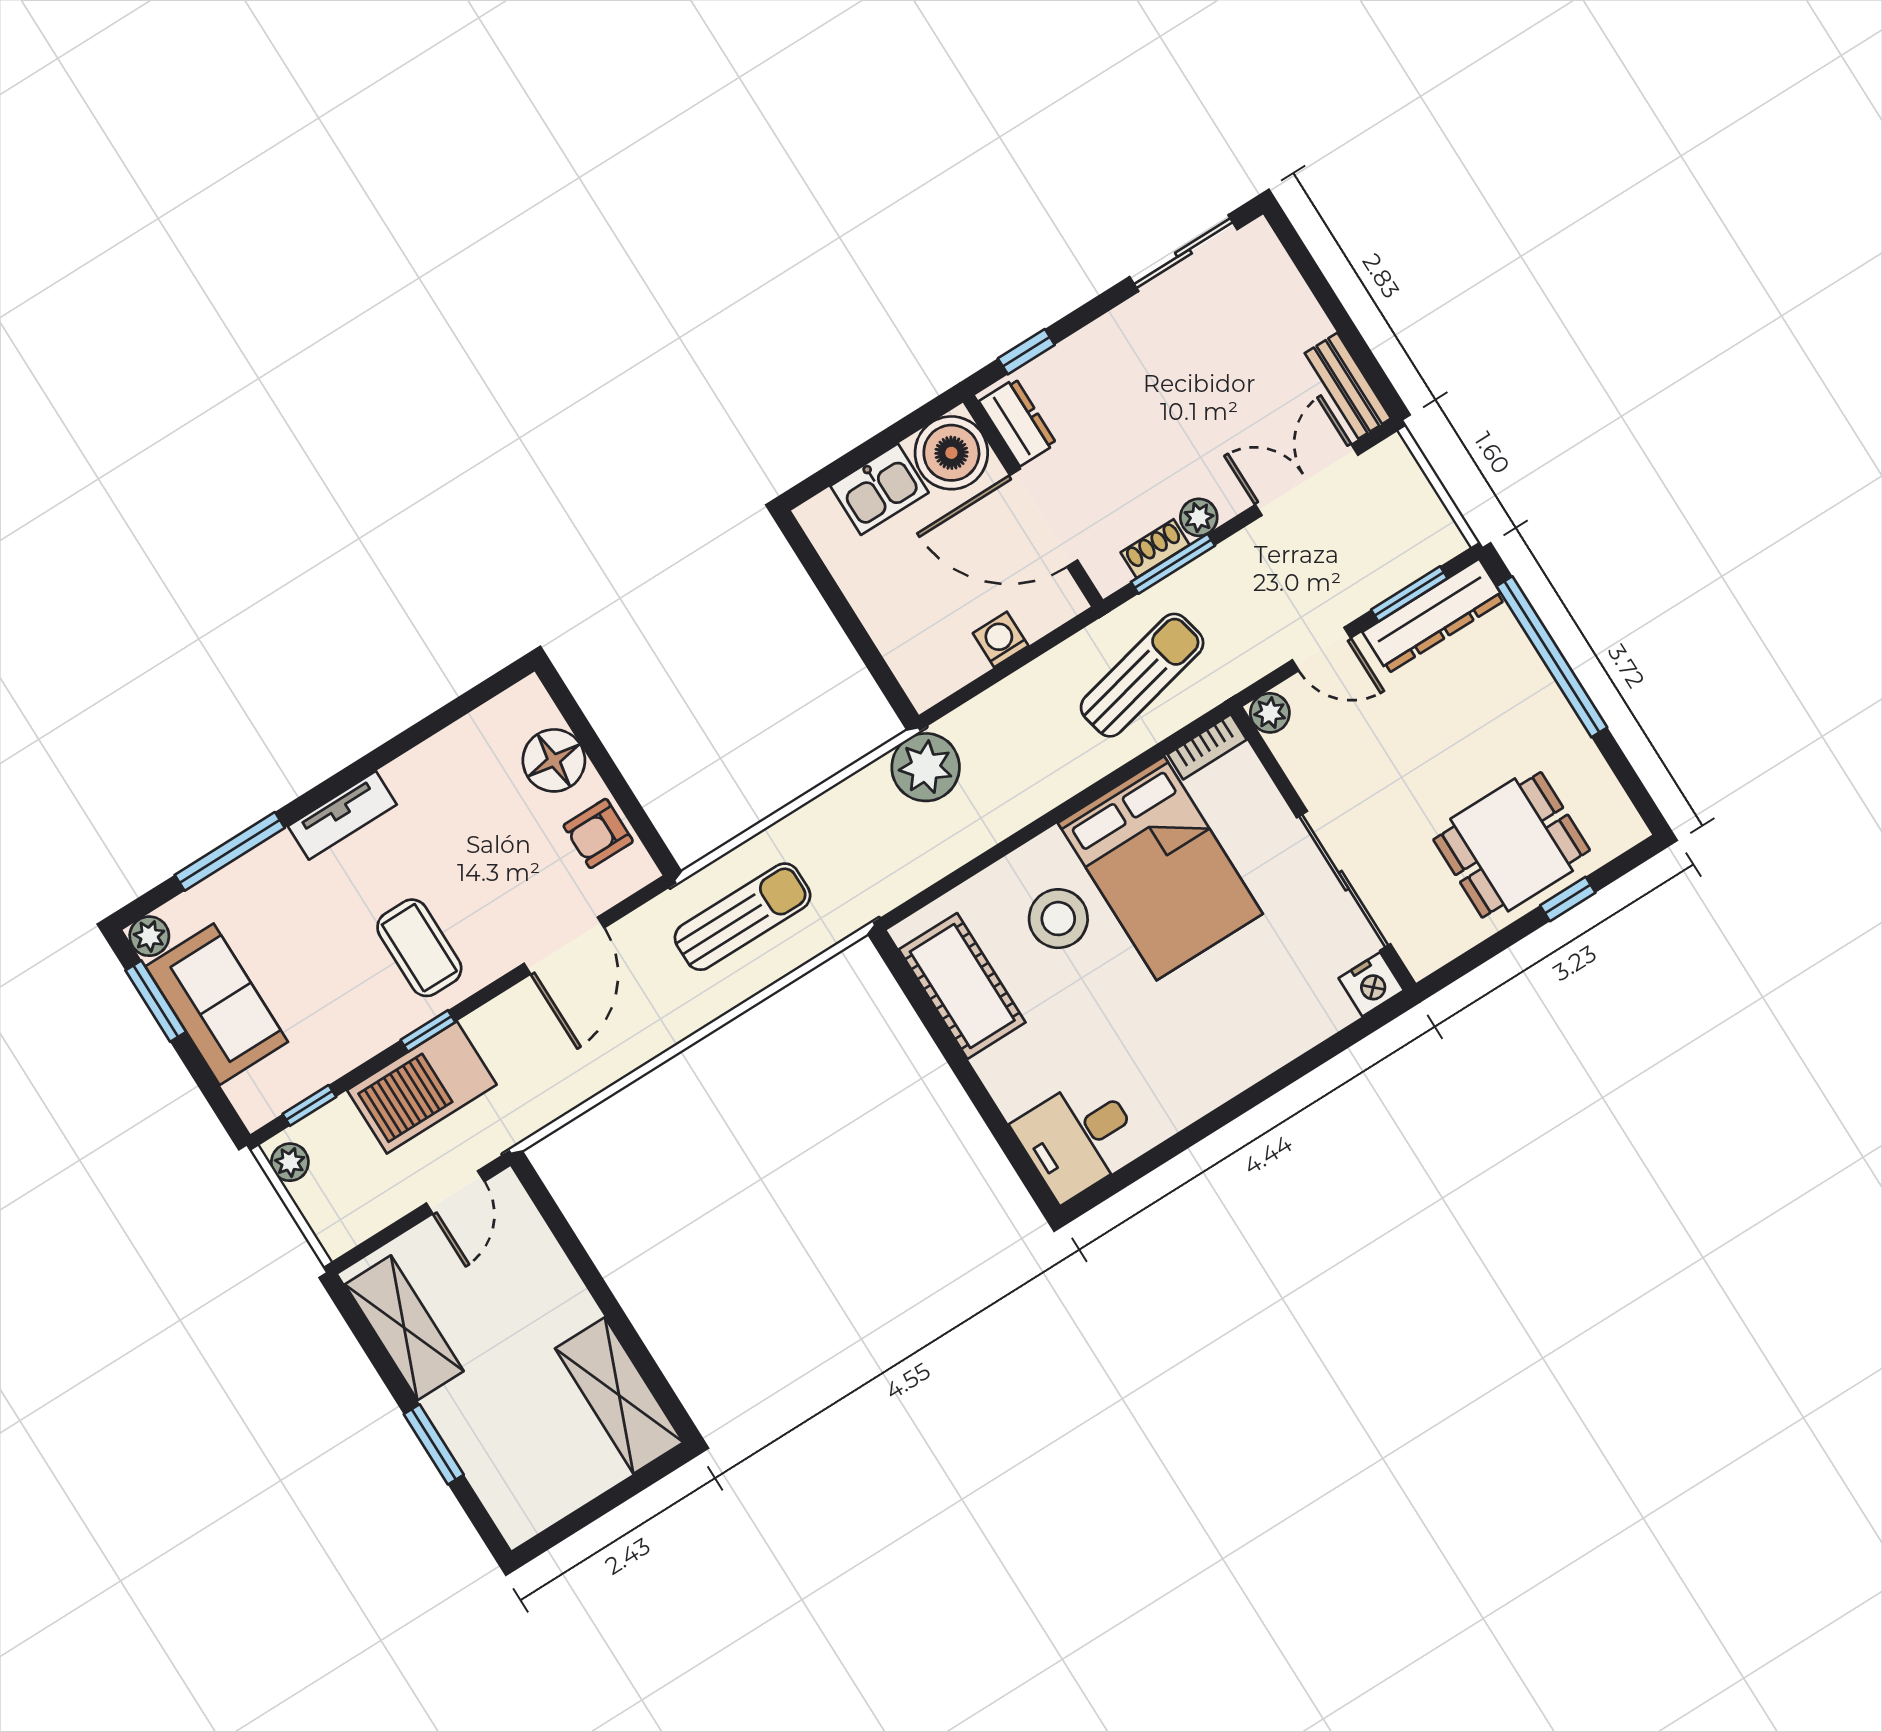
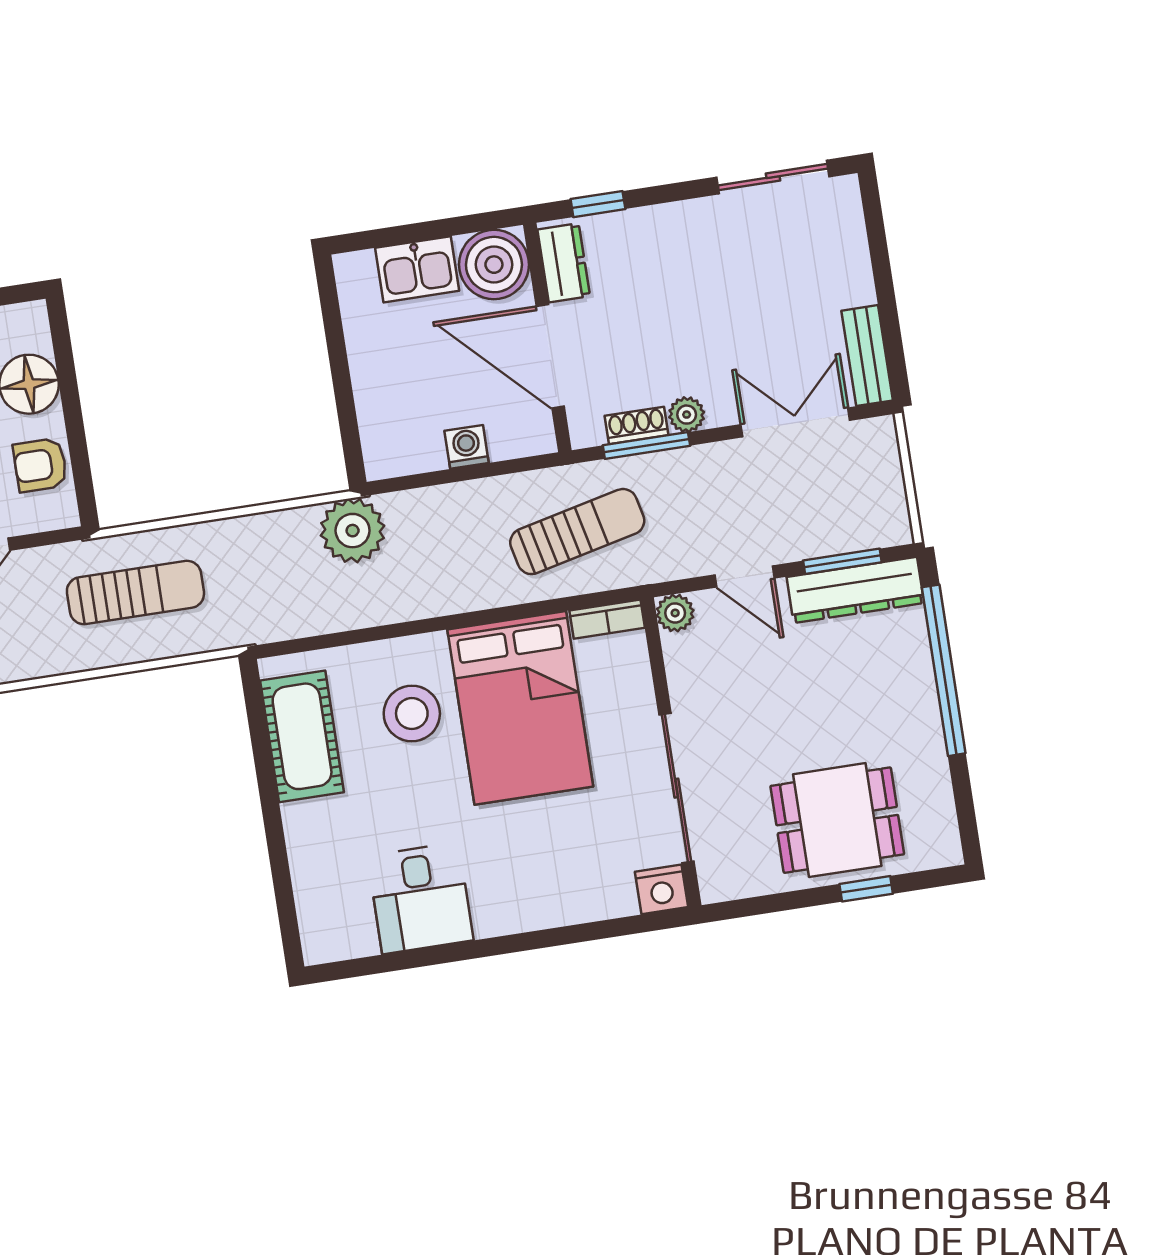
desk: (1078, 1138) -> (420, 898), moved, turned -90

